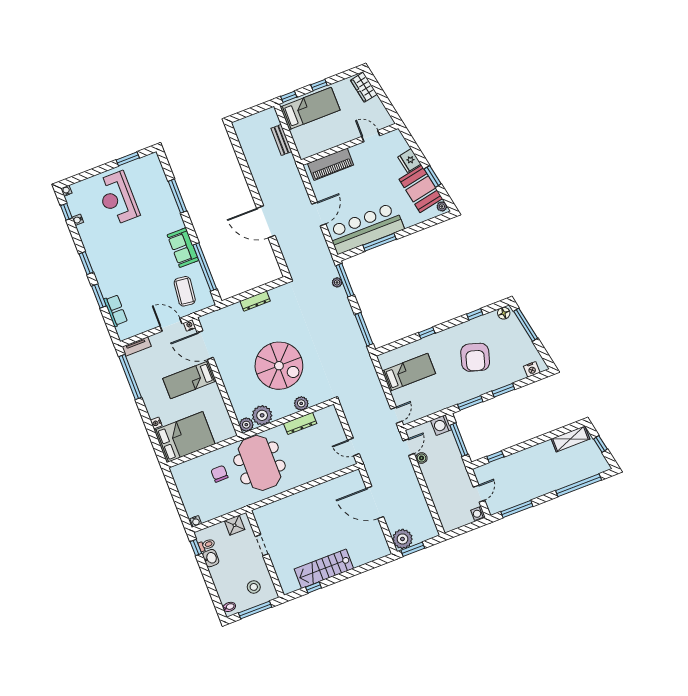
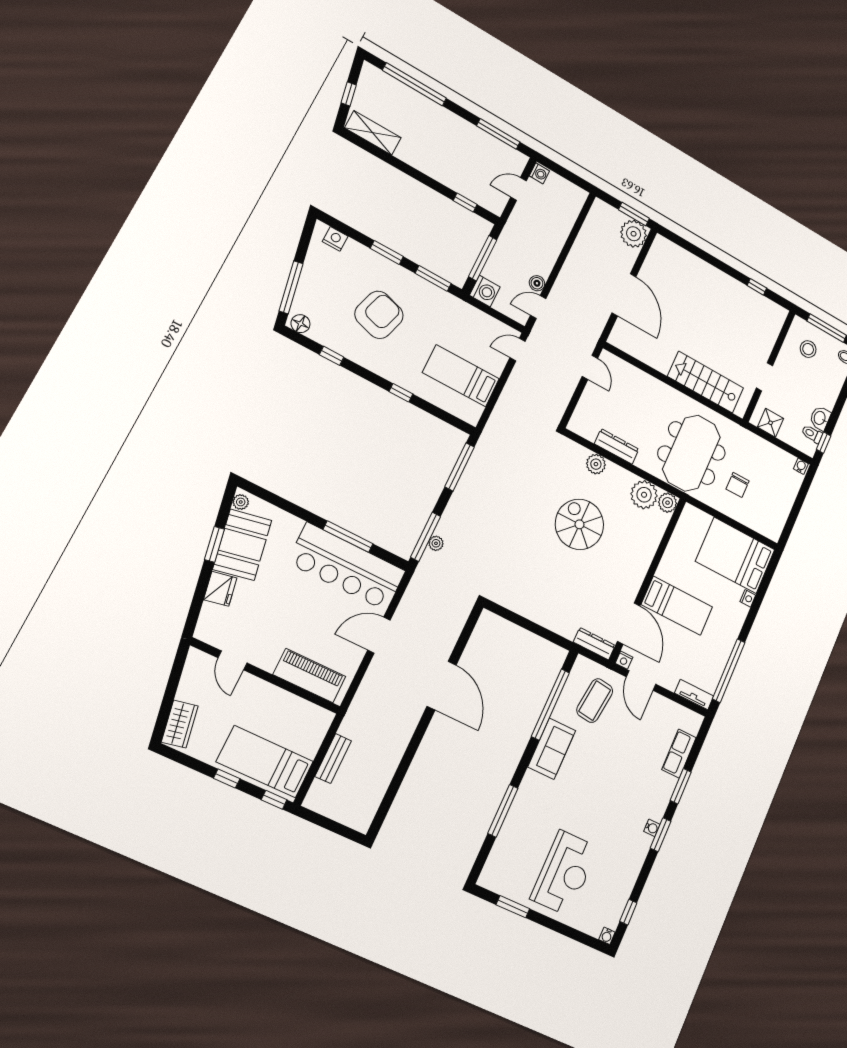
water cooler: (78, 220) -> (652, 828), moved
dresser: (255, 301) -> (594, 644), moved
spiral stairs: (279, 366) -> (579, 524), width x0.73, depth x0.73
stairs: (324, 569) -> (706, 382), moved, turned 180

